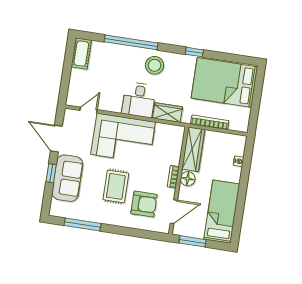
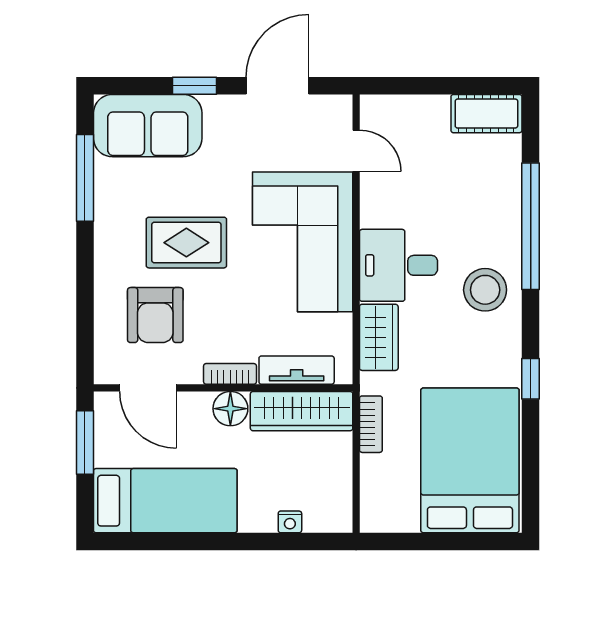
bookcase: (210, 122) -> (371, 424), width x0.64
tv unit: (176, 149) -> (297, 370), added
sofa: (67, 178) -> (148, 126), moved

